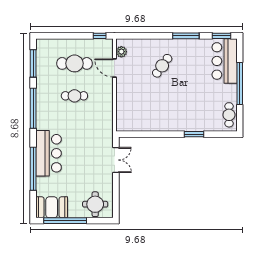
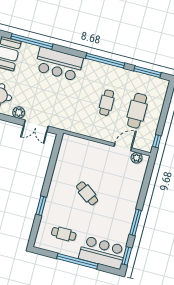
cafe table: (162, 66) -> (87, 193), moved
cafe table: (229, 115) -> (64, 234), moved
window: (33, 169) -> (32, 41), moved
plant: (107, 181) -> (19, 113), added

